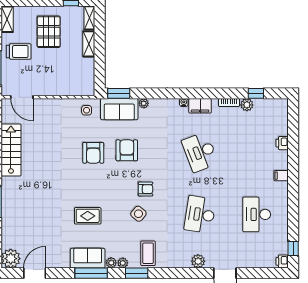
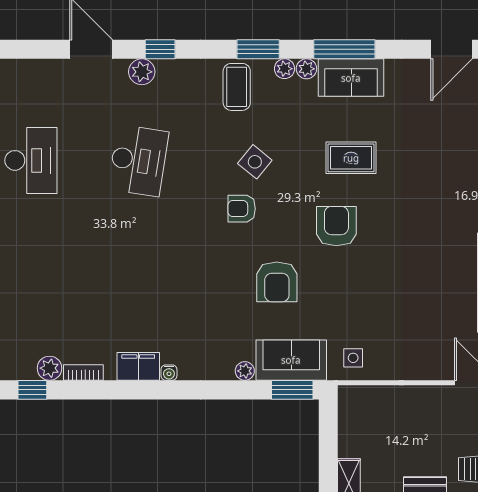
desk: (200, 152) -> (138, 279), removed
armchair: (93, 153) -> (336, 226), moved
window: (188, 273) -> (160, 49), added

